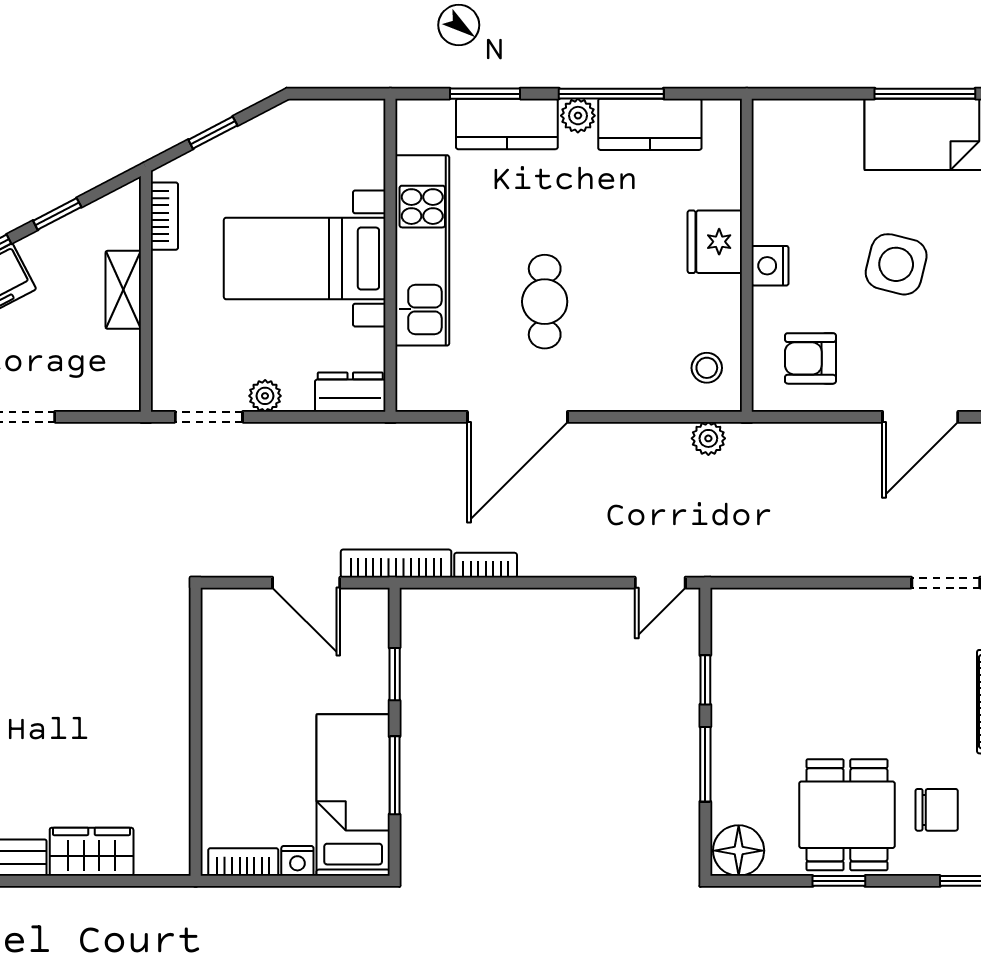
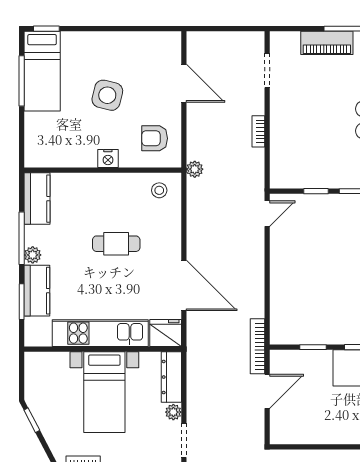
kitchen counter: (650, 124) -> (37, 199), moved
window: (213, 133) -> (32, 420), moved
fridge: (715, 242) -> (166, 333), moved, turned 180
cafe table: (545, 302) -> (116, 244), moved
armchair: (810, 358) -> (155, 138), turned 90
dresser: (350, 392) -> (171, 377), width x1.44
plant: (708, 438) -> (195, 169), moved
bookcase: (486, 565) -> (258, 131), moved
door: (660, 583) -> (267, 214), hinge flipped

